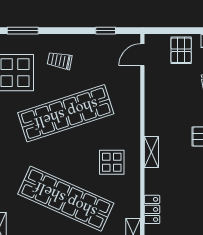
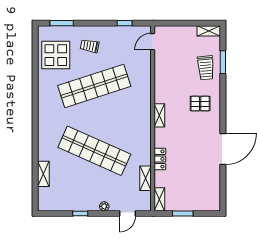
pallet: (181, 50) -> (182, 38), removed
display table: (112, 162) -> (129, 123), removed

